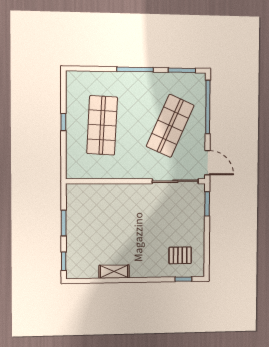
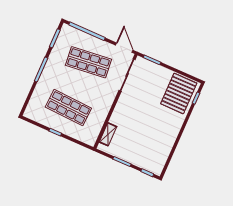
shop shelf: (170, 126) -> (88, 62), turned -30
door: (207, 163) -> (124, 48), hinge flipped
pallet: (180, 255) -> (179, 93), width x2.05, depth x2.00
shelving: (114, 272) -> (108, 134), moved

